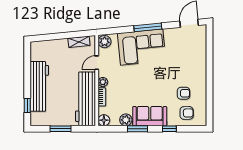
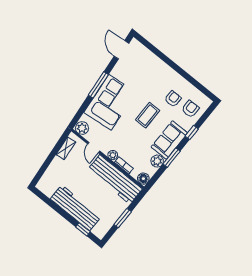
coffee table: (155, 84) -> (147, 115), added

